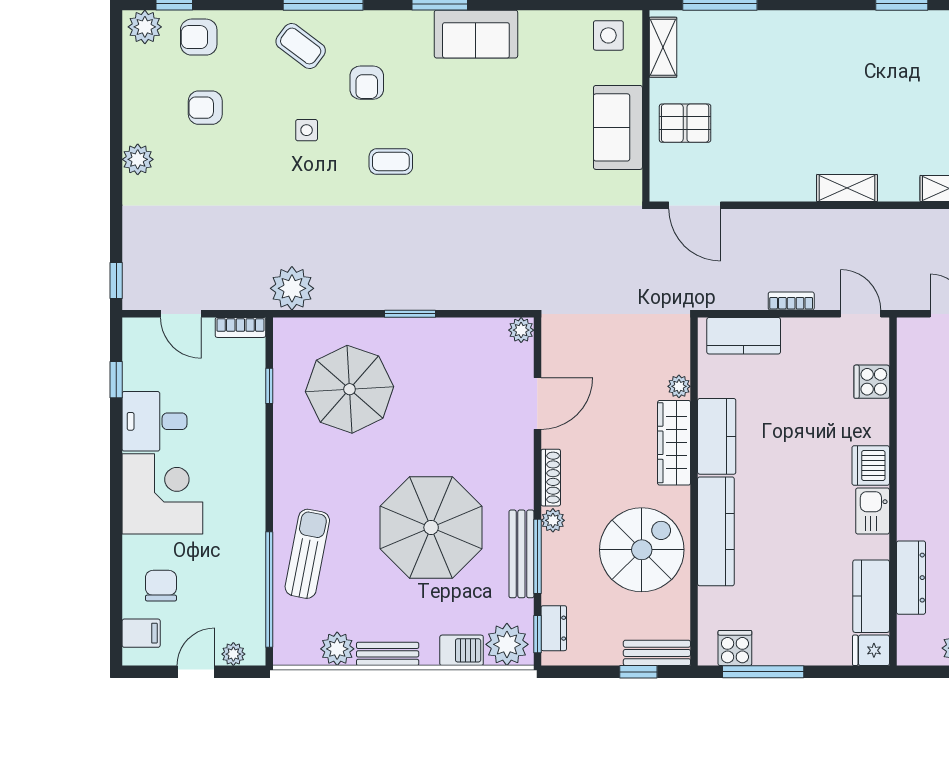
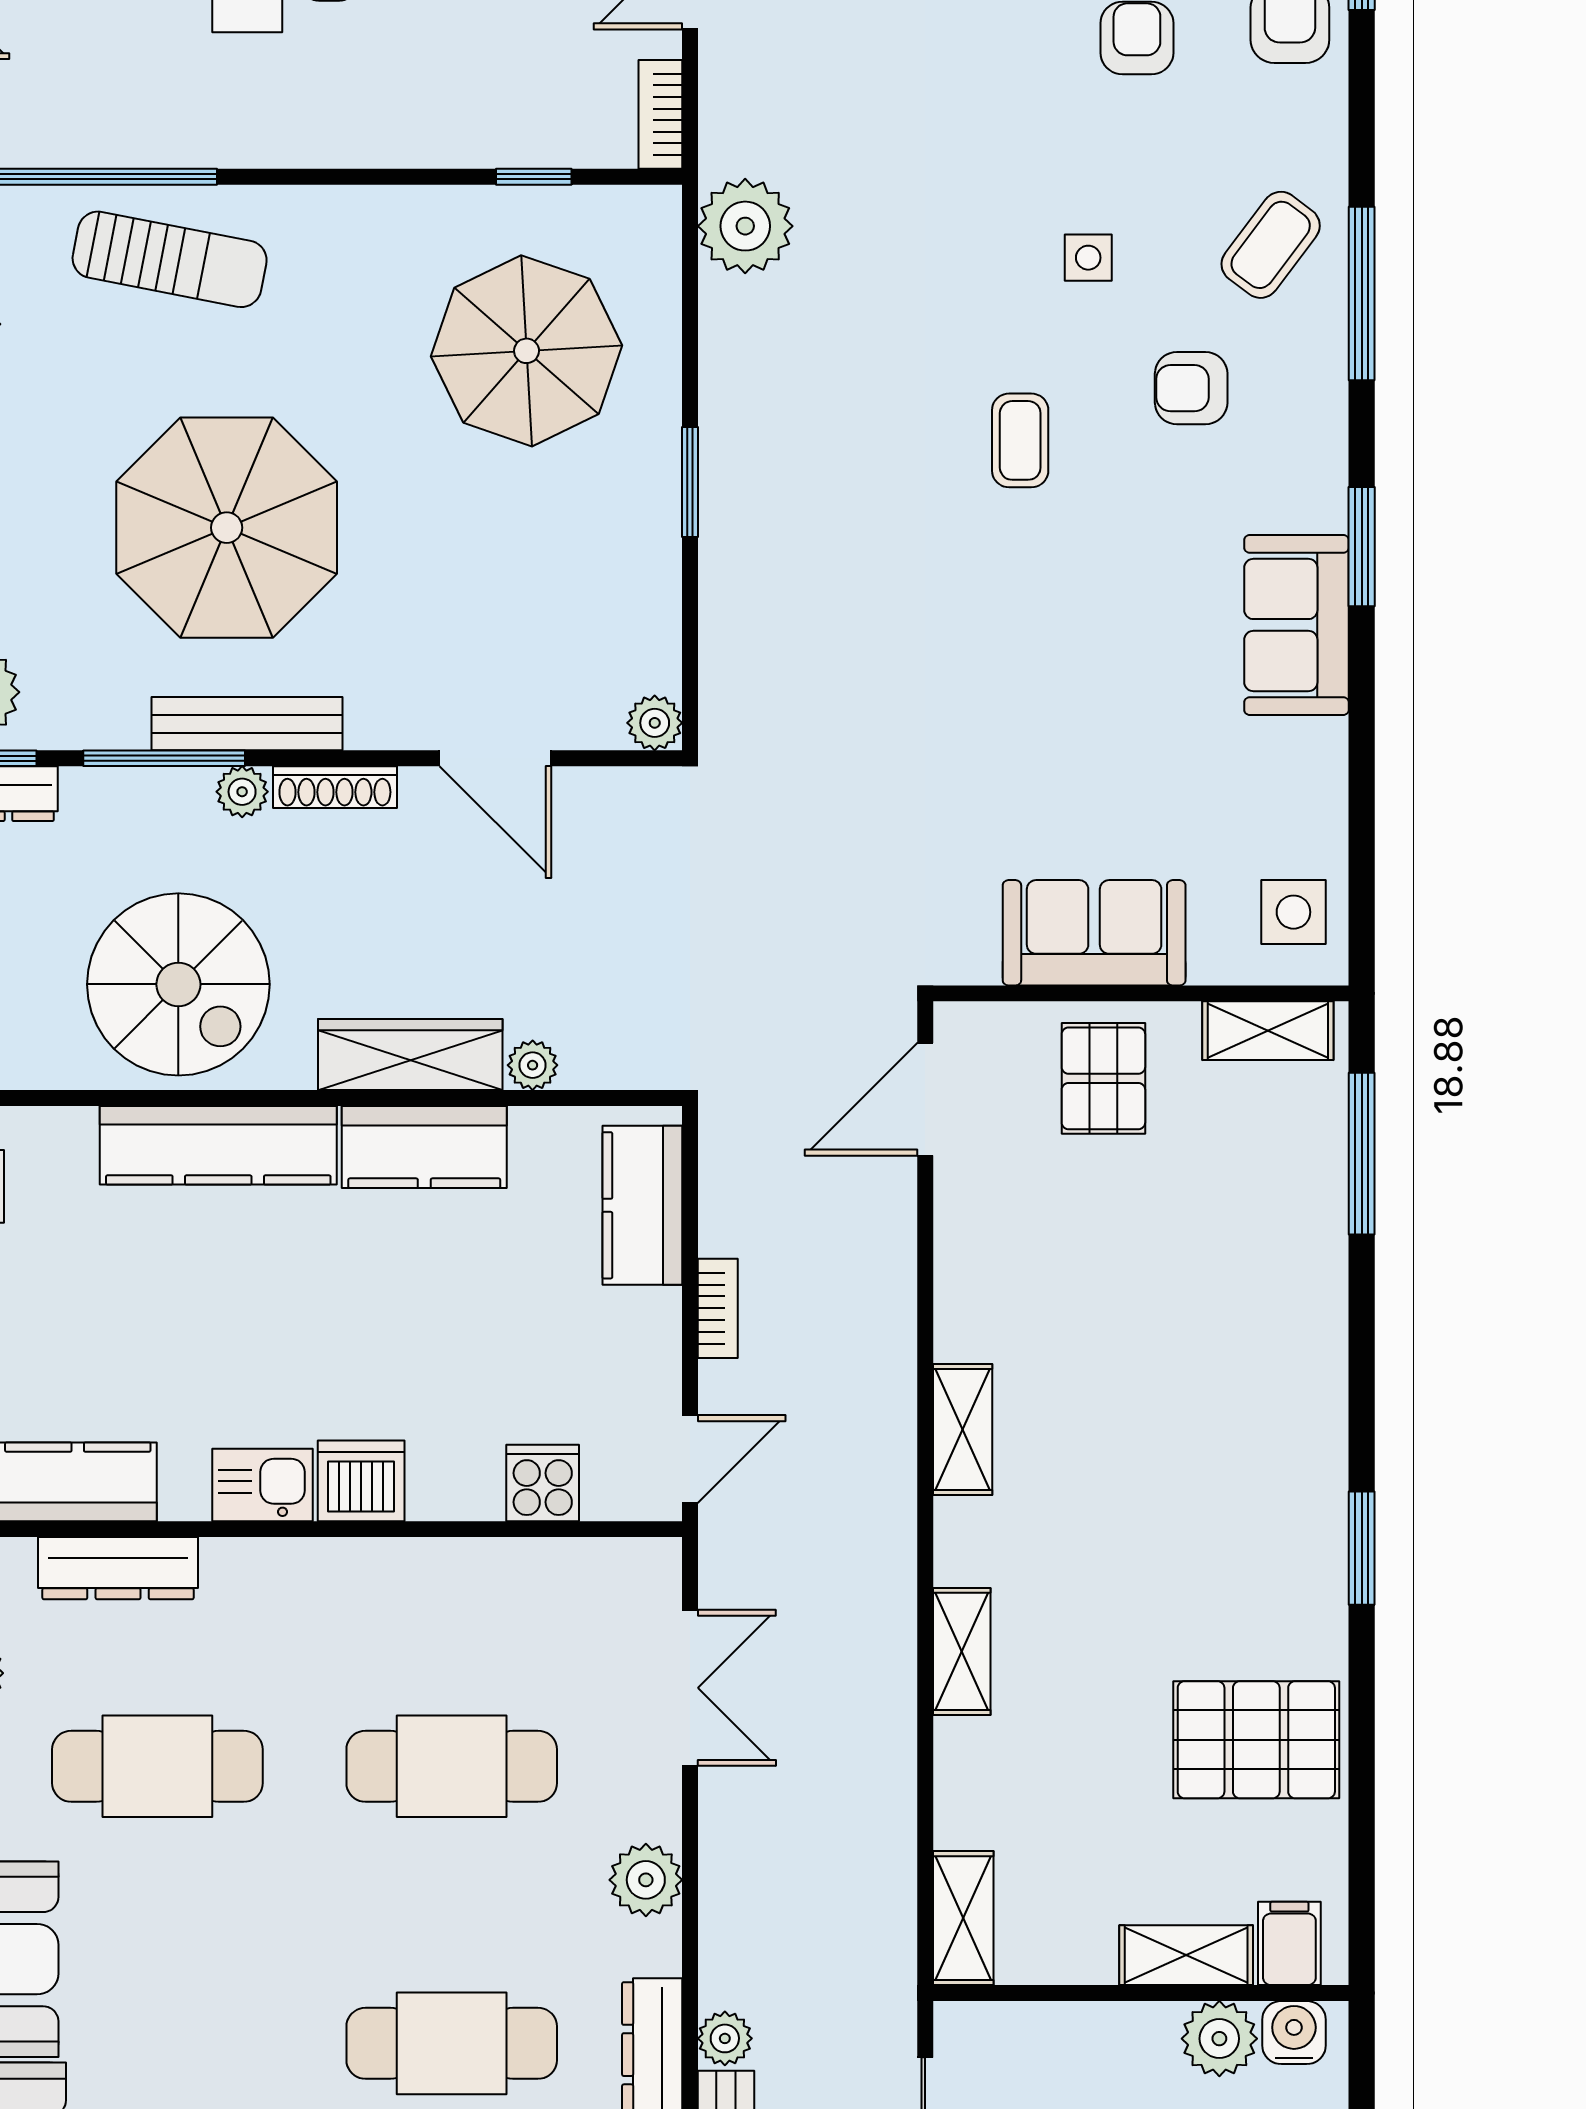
bench: (521, 554) -> (247, 724), moved

